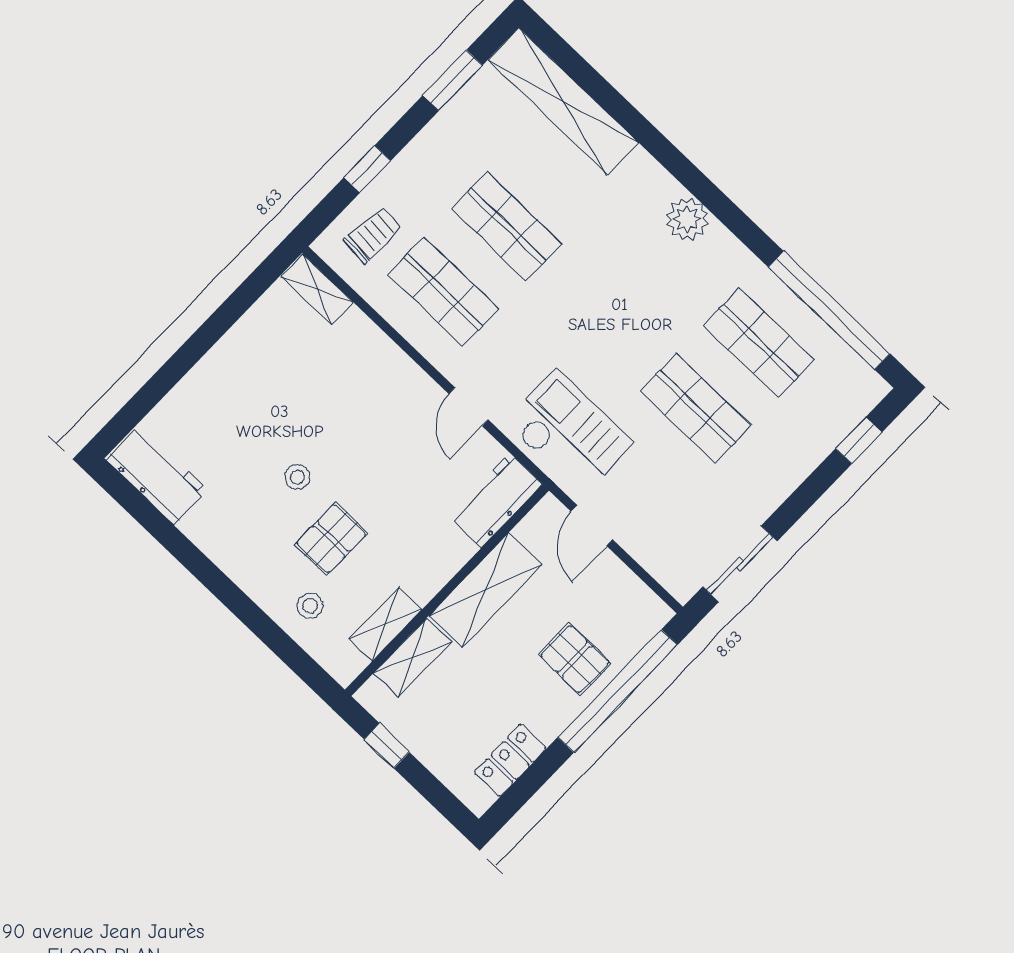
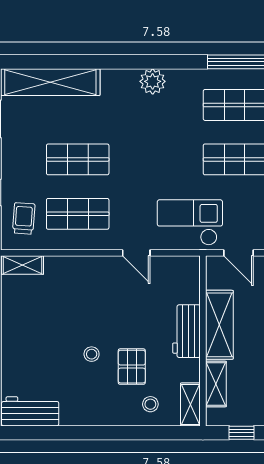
workbench: (495, 500) -> (186, 331), moved
shelving: (385, 624) -> (190, 404), moved

